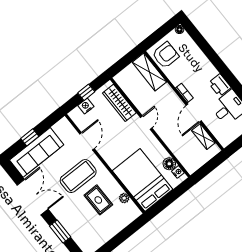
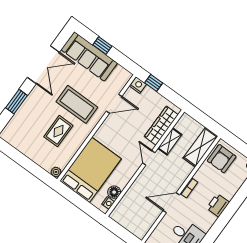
armchair: (166, 55) -> (222, 159), turned 90
printer: (220, 85) -> (218, 205), moved
window: (86, 92) -> (154, 83), moved
nightstand: (86, 106) -> (138, 85), moved
door: (146, 123) -> (149, 158), swing flipped
shelving: (203, 137) -> (170, 141), moved
plant: (124, 198) -> (56, 172), moved

